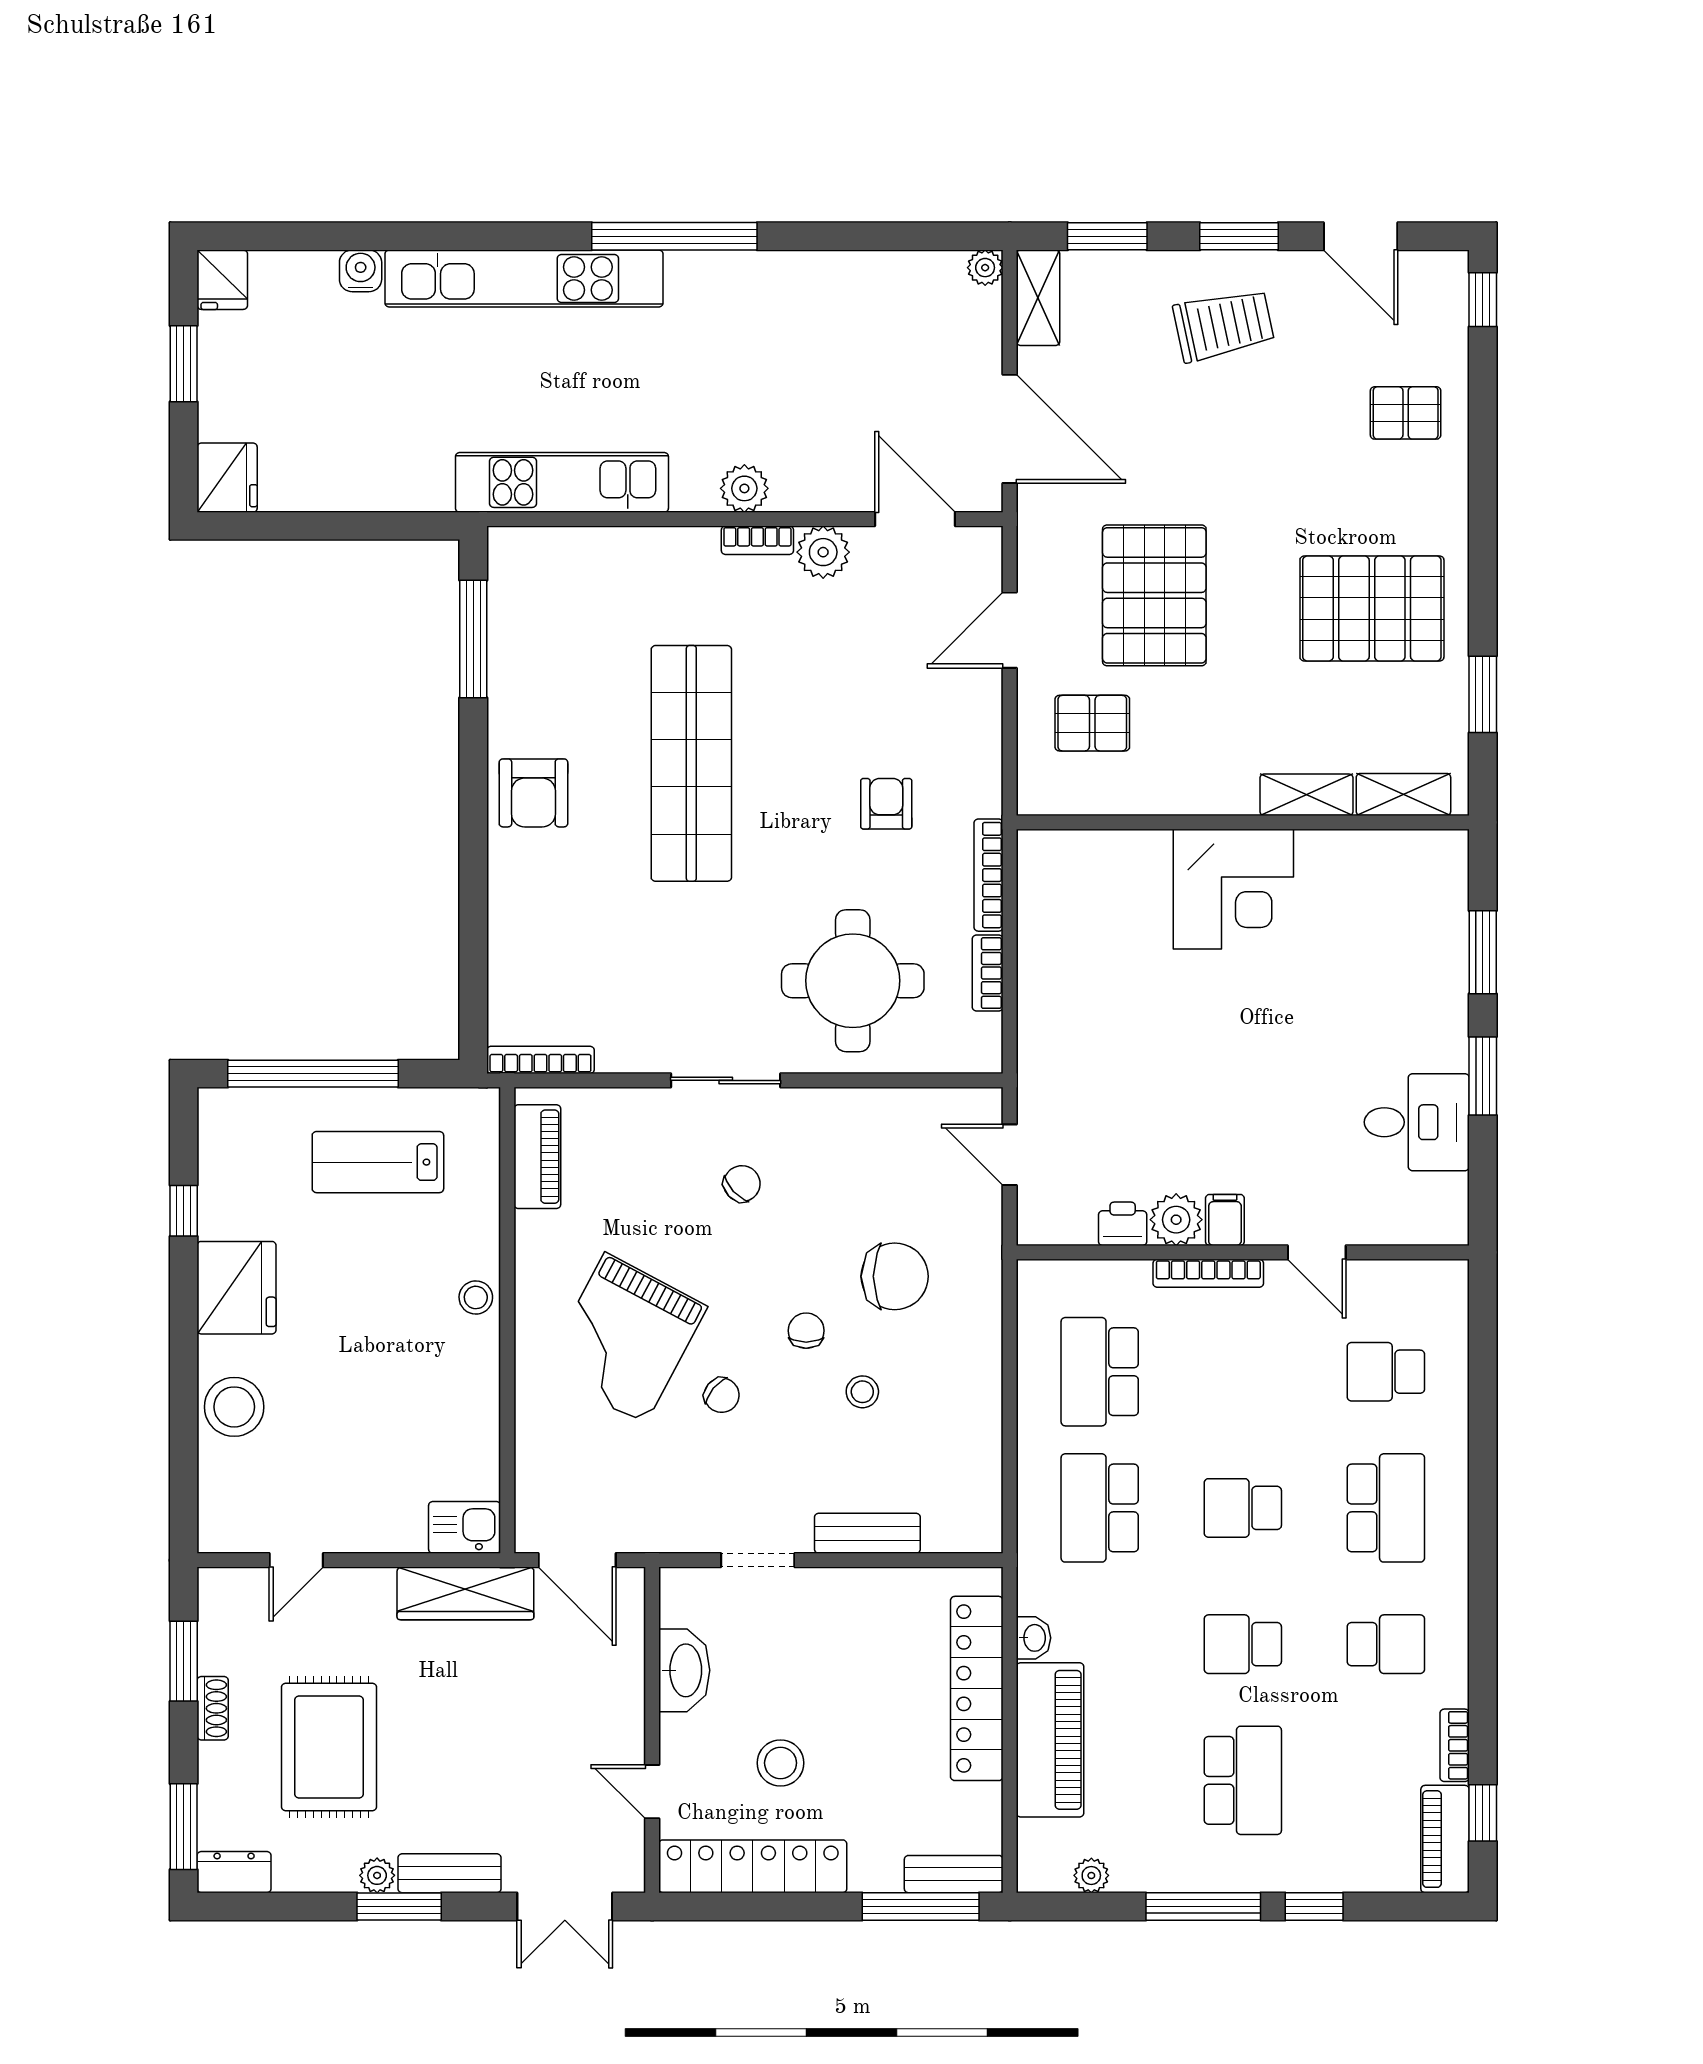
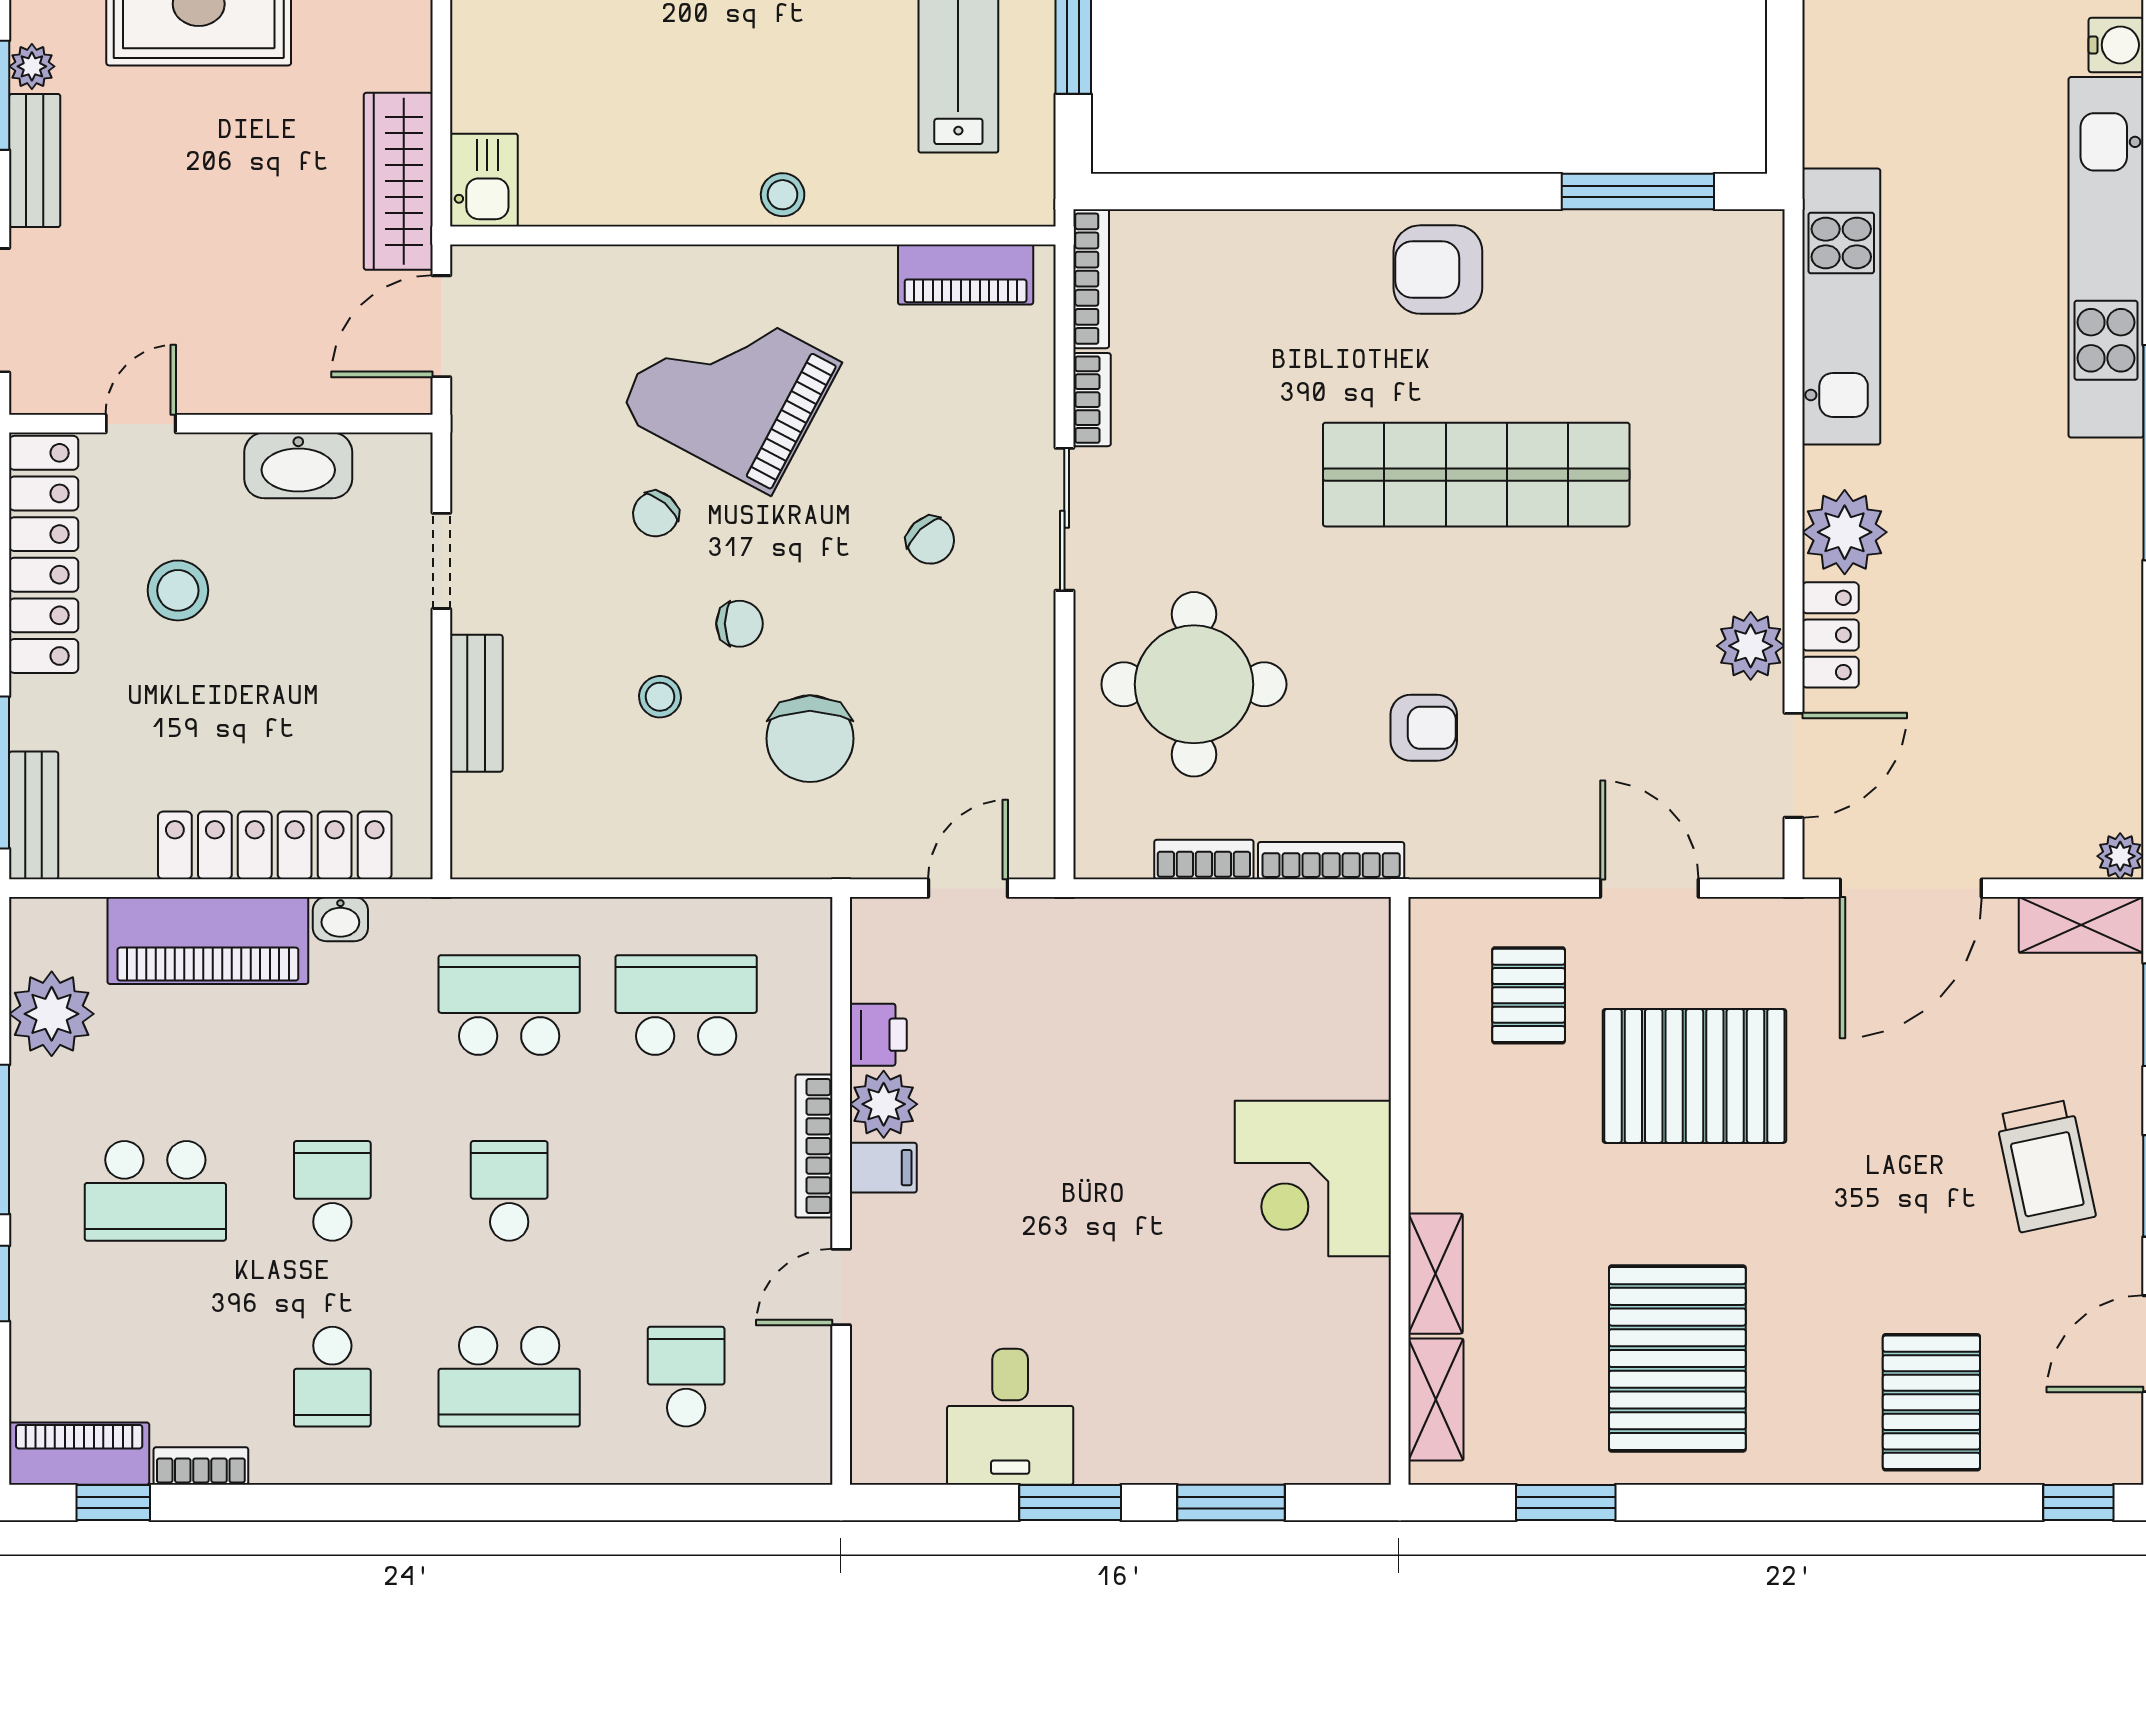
pallet: (1406, 413) -> (1931, 1402), width x1.50, depth x1.42
plant: (744, 488) -> (1845, 532), width x1.36, depth x1.36
locker: (815, 491) -> (1830, 635), added
bookcase: (757, 540) -> (1092, 400), moved, turned 180
plant: (1091, 1875) -> (52, 1014), width x1.88, depth x1.88

